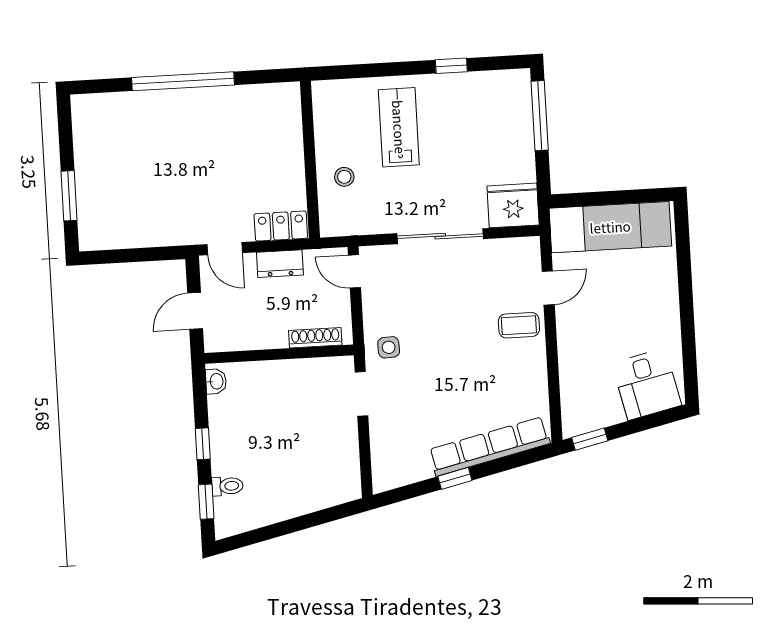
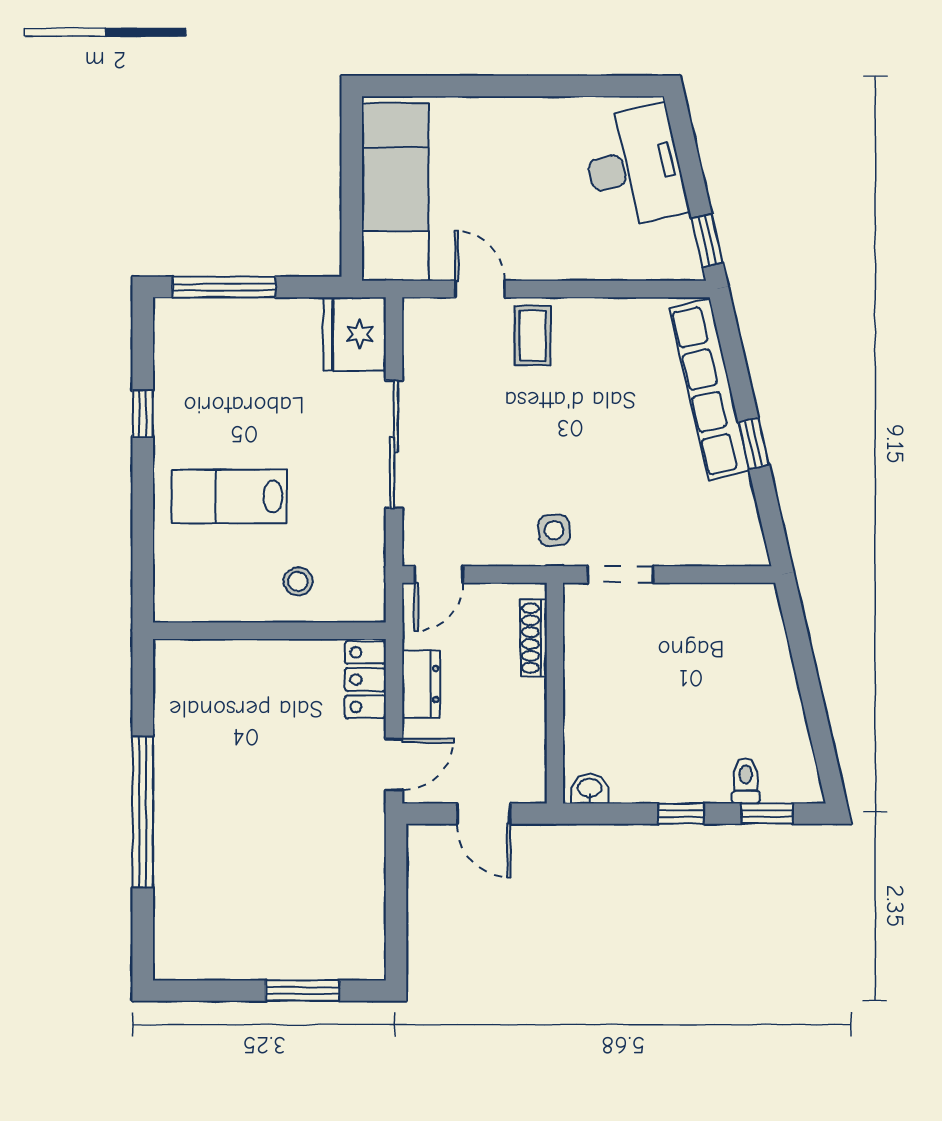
desk: (647, 384) -> (634, 167), width x1.37

